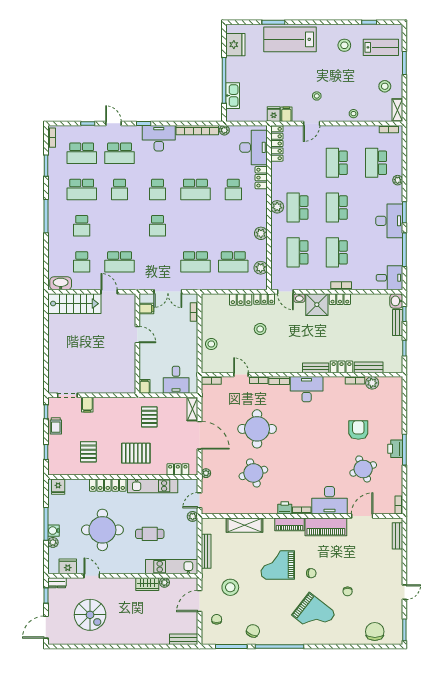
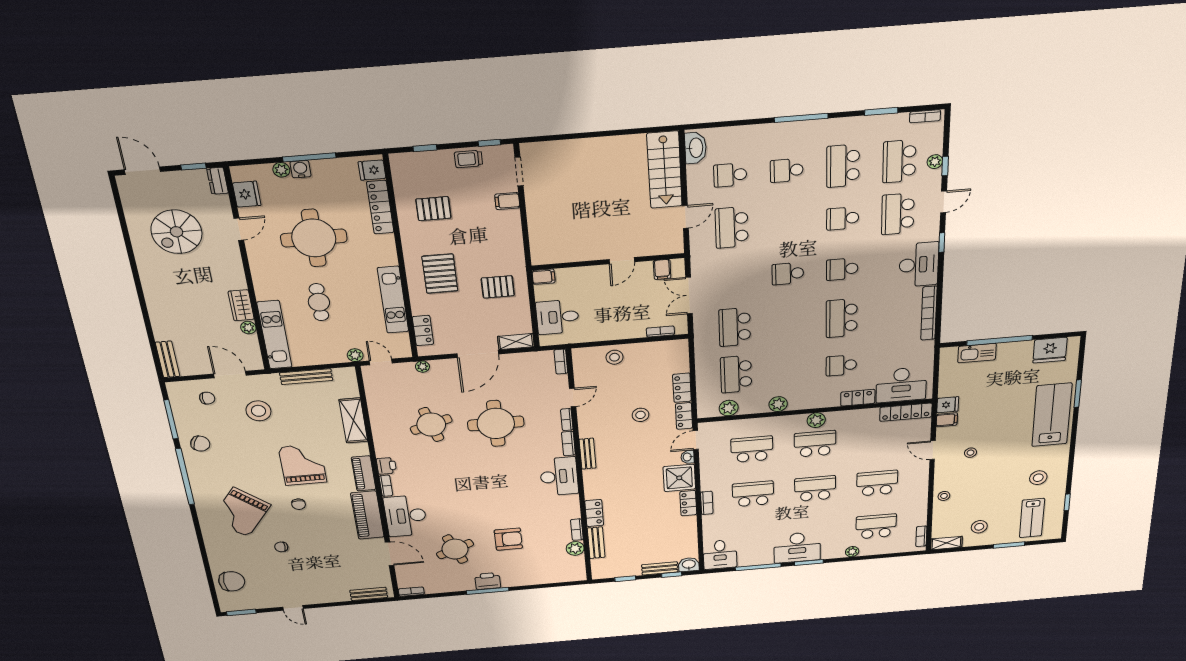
plant: (224, 130) -> (935, 162), moved
bench: (316, 368) -> (588, 454), moved
locker: (108, 485) -> (380, 207), moved

